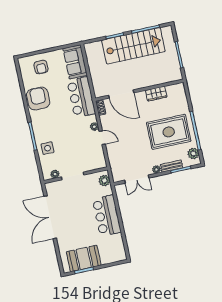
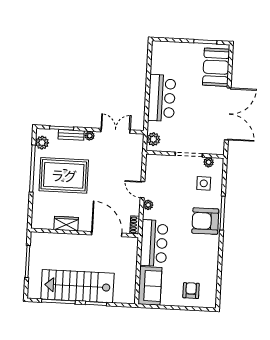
armchair: (38, 99) -> (205, 221), moved, turned 90
side table: (47, 148) -> (204, 183), moved
booth: (84, 258) -> (216, 67), moved, turned 90

